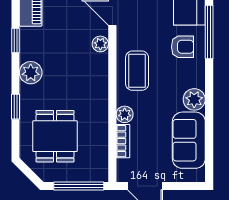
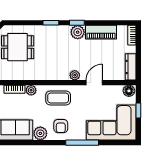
armchair: (183, 47) -> (61, 126), moved
plant: (31, 73) -> (78, 32), moved
window: (16, 107) -> (51, 23), moved

